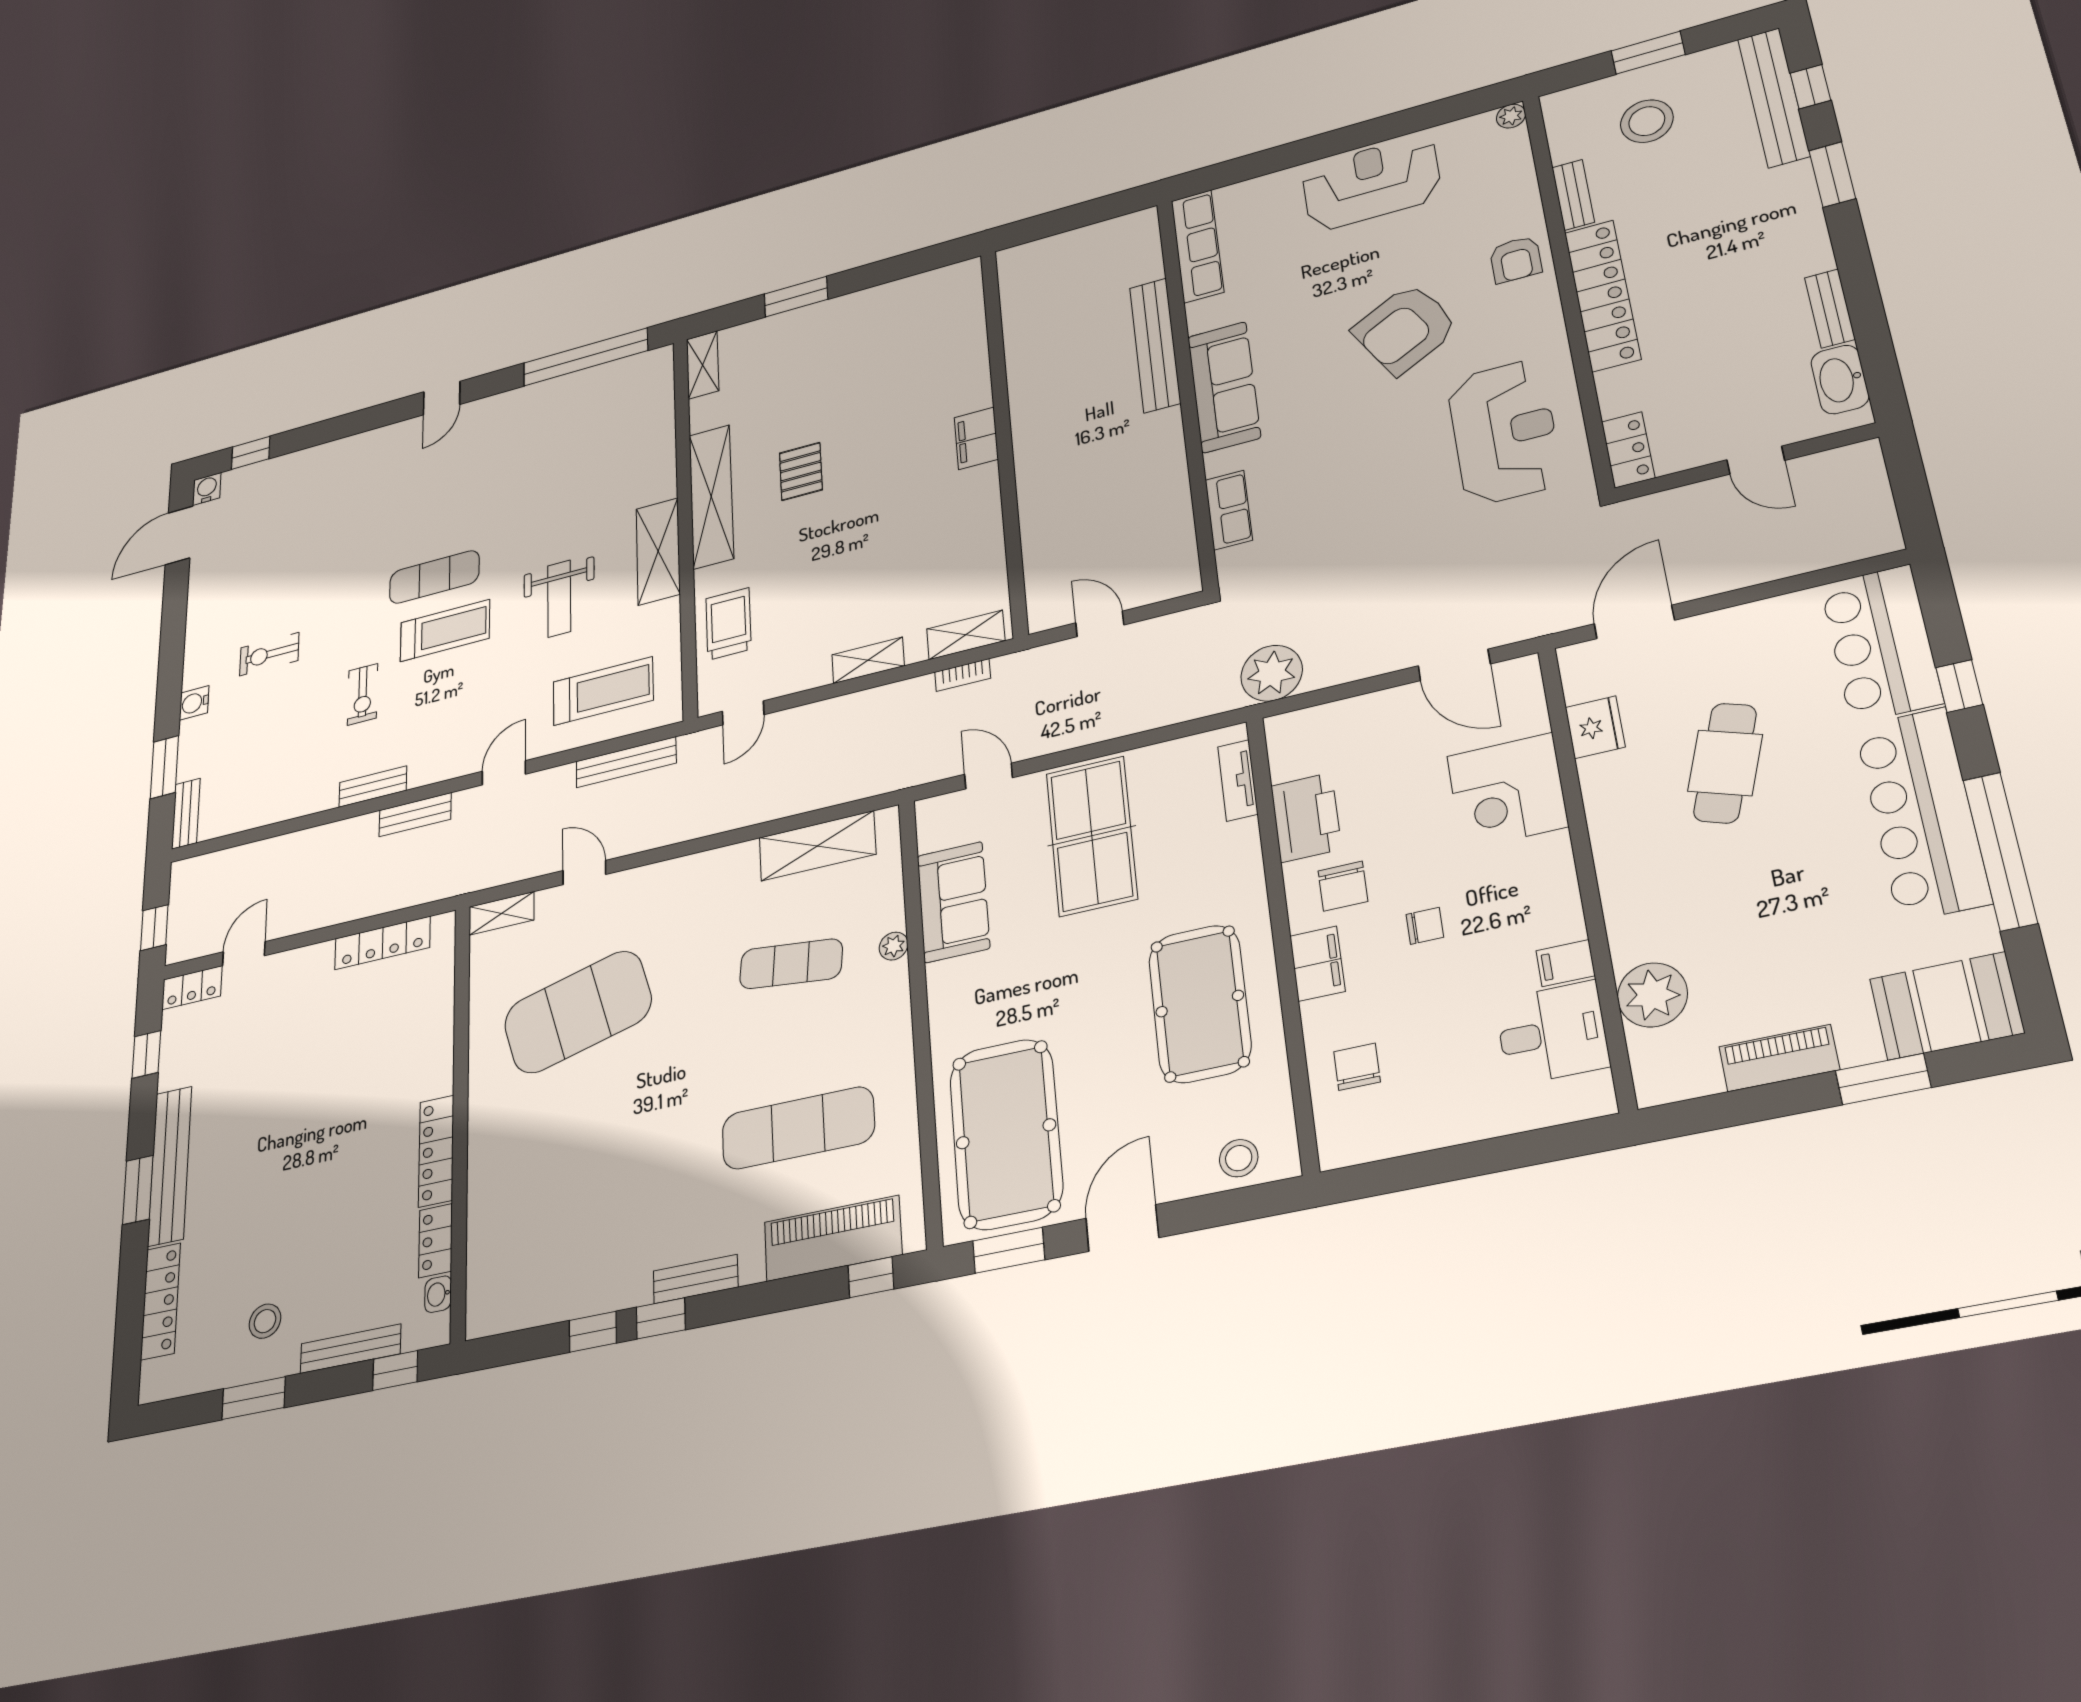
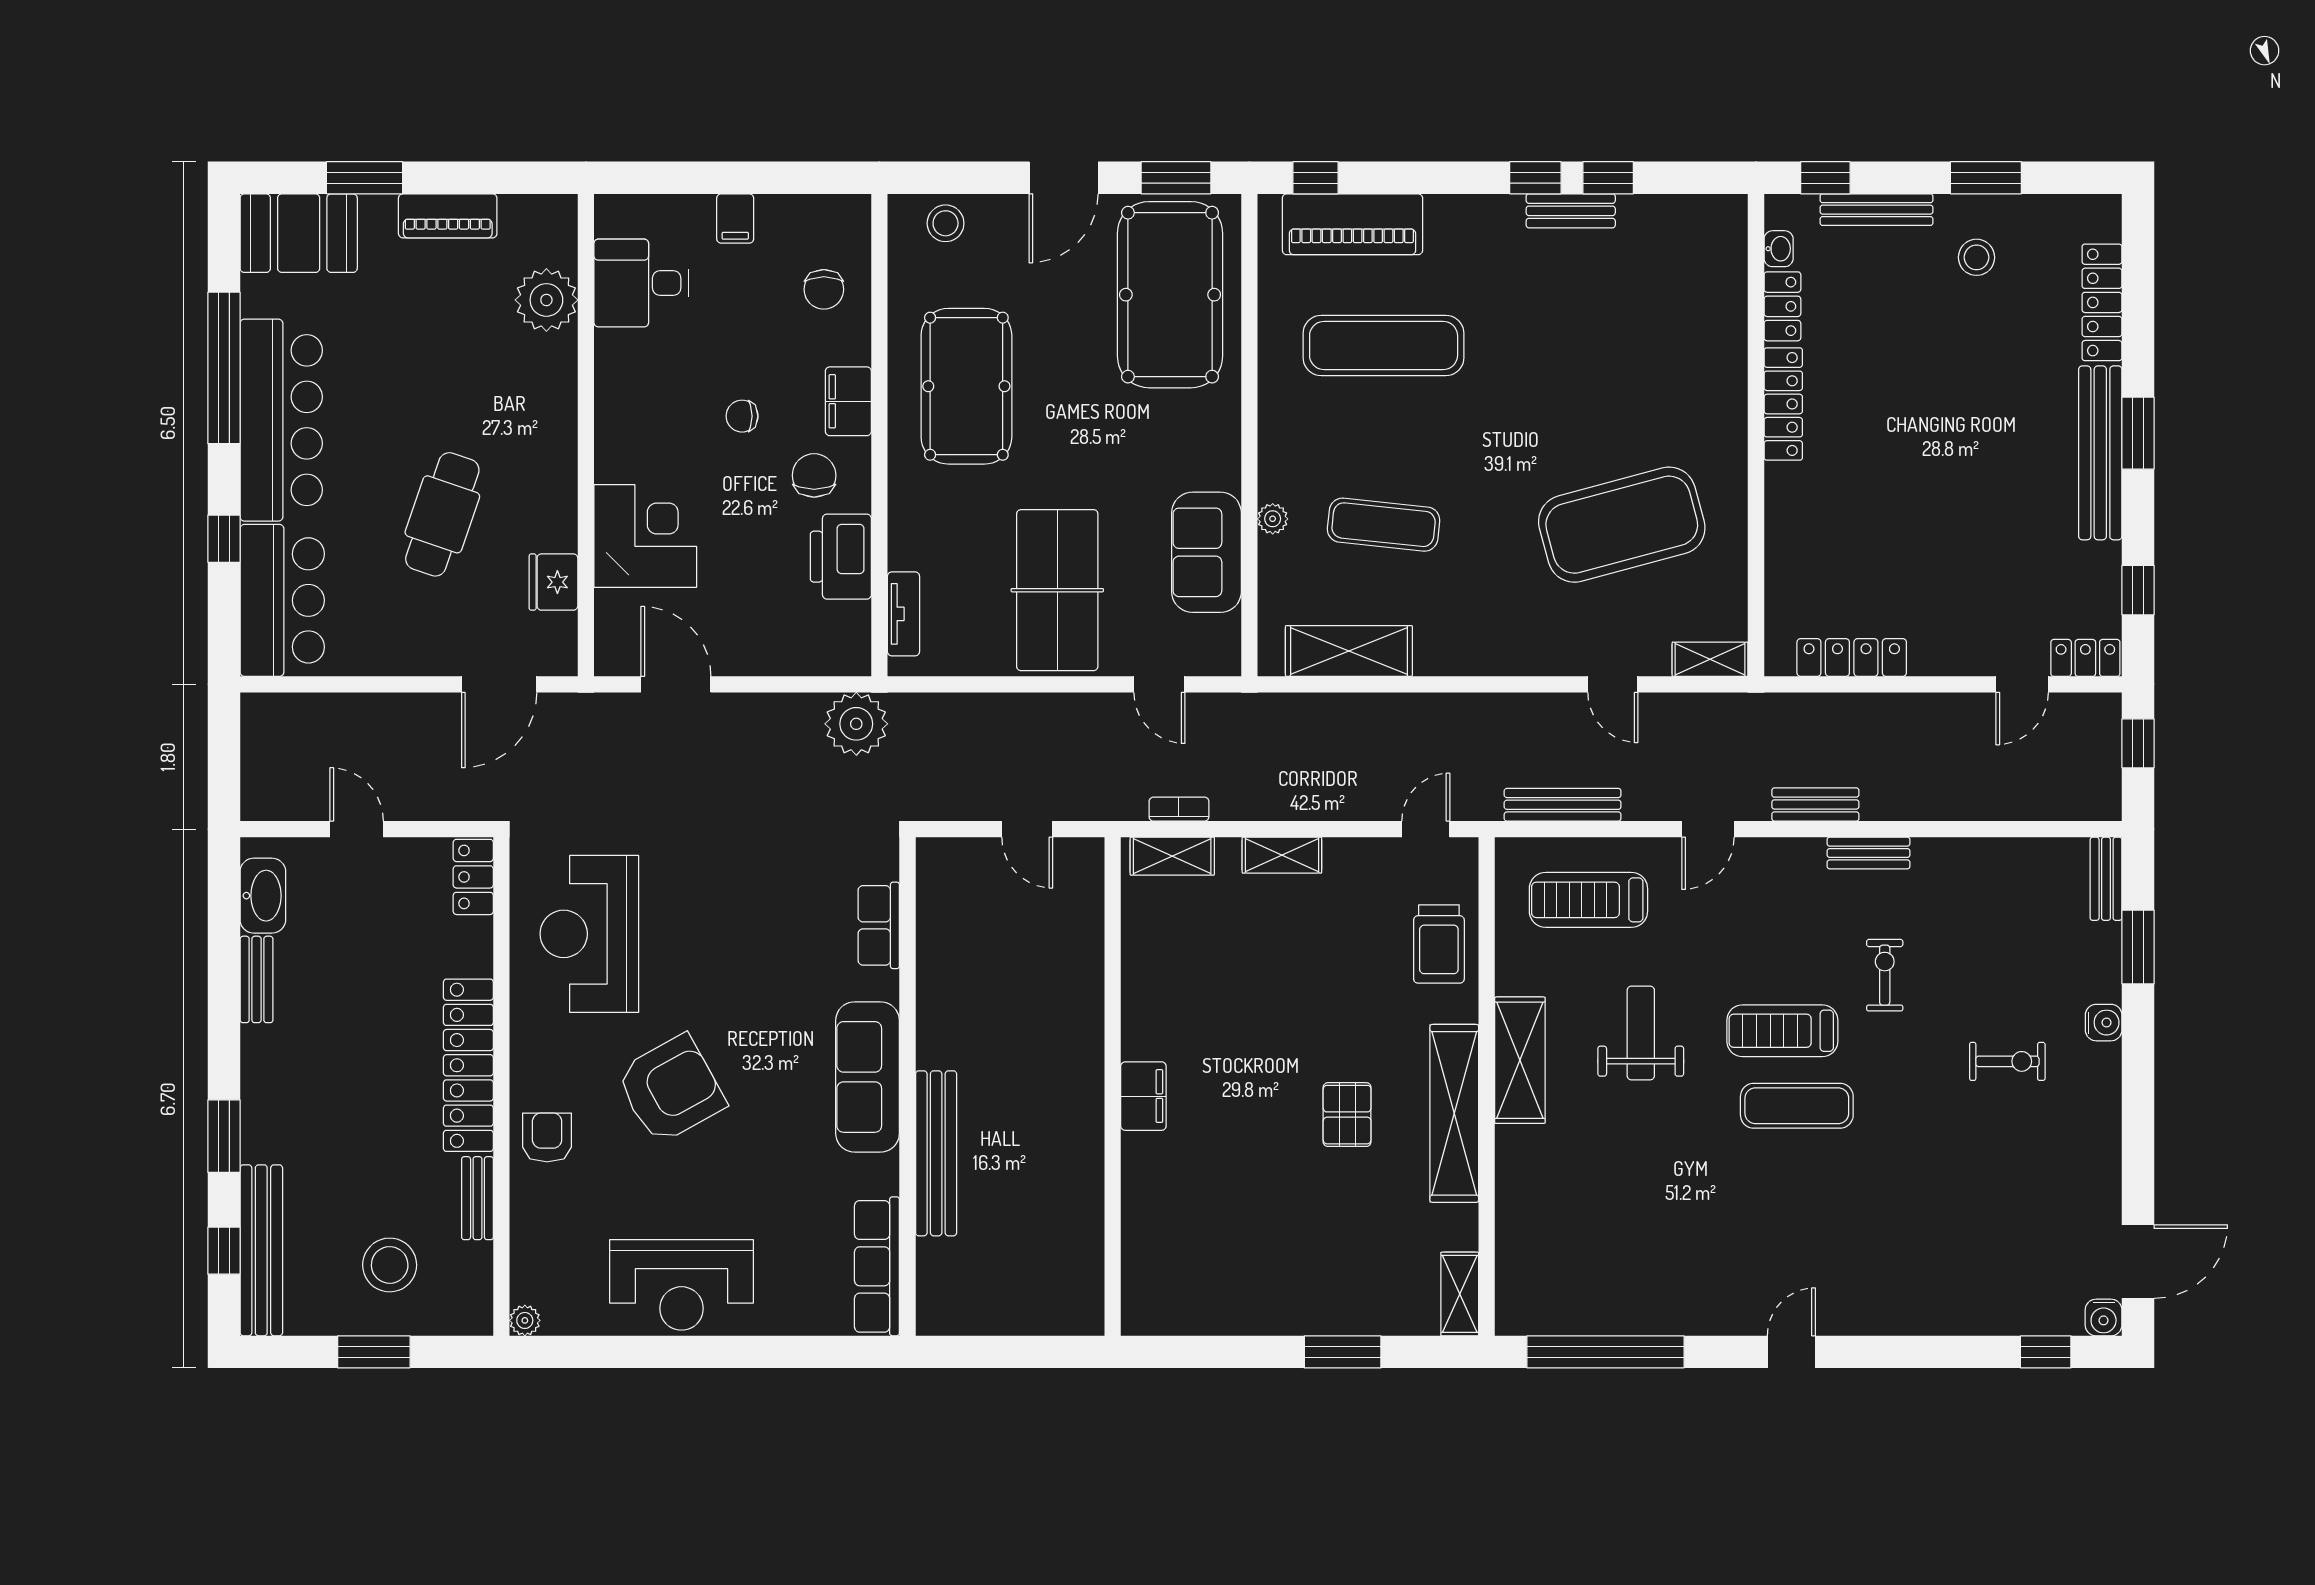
filing cabinet: (1566, 963) -> (735, 218), moved, turned 90
bench: (696, 1279) -> (1571, 211), moved

